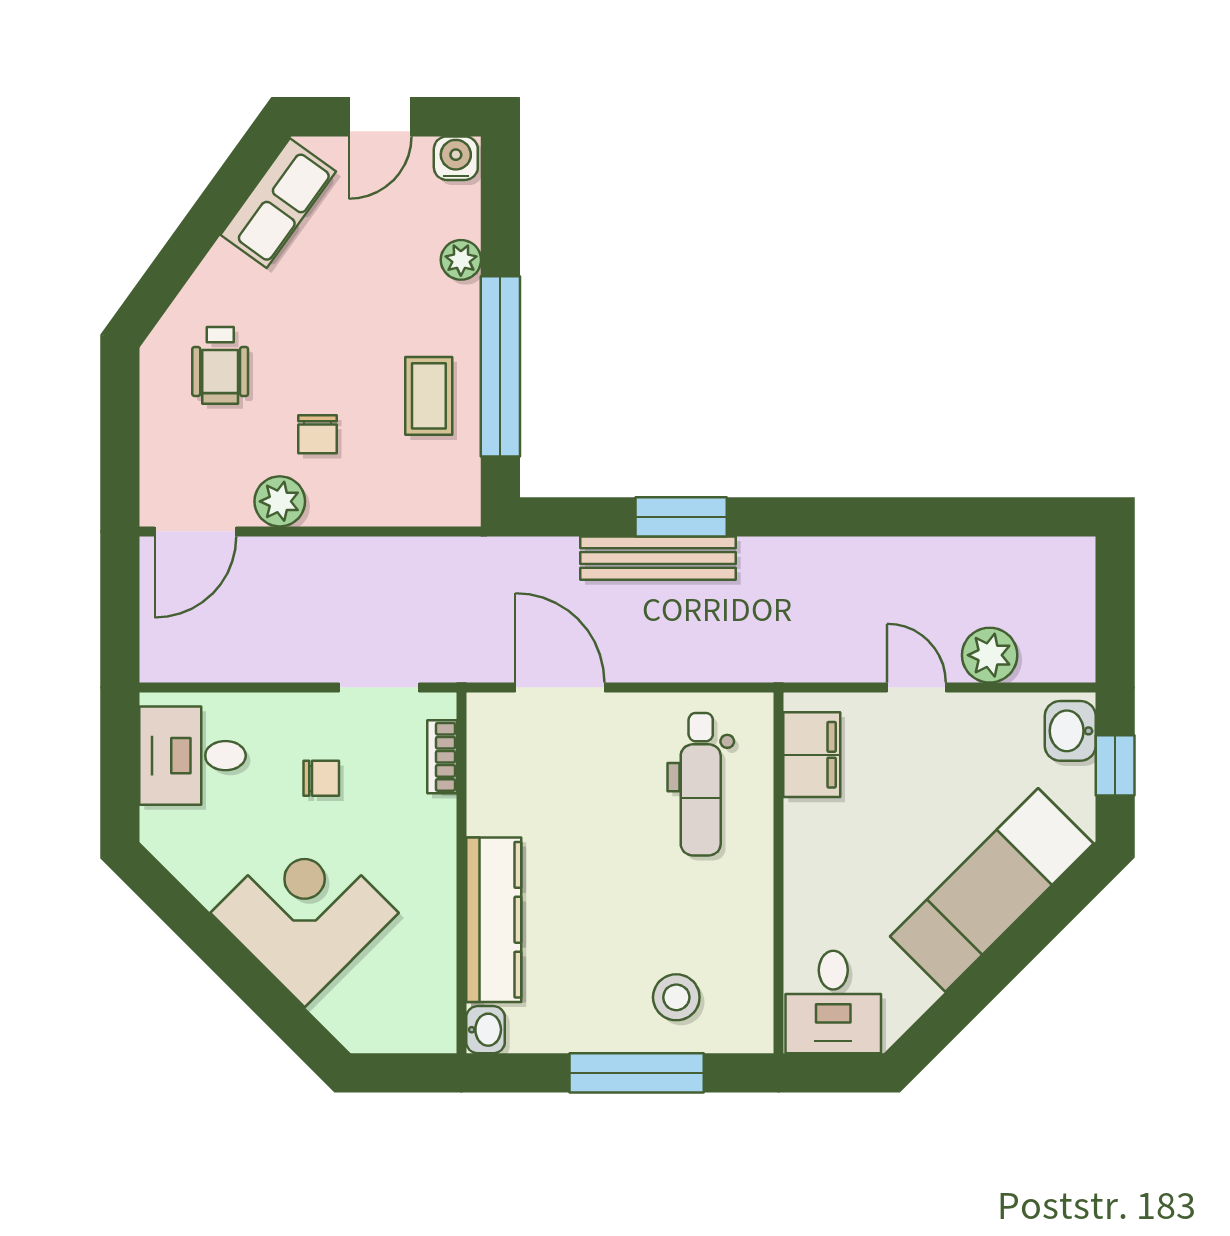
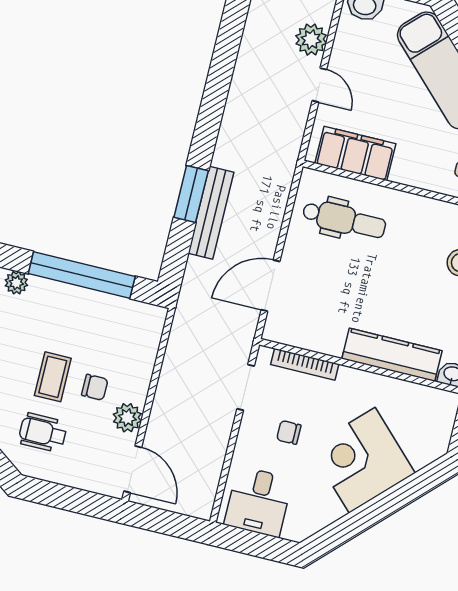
wheelchair: (220, 365) -> (43, 433), turned 180
coffee table: (429, 396) -> (53, 377), moved, turned 90
door: (916, 688) -> (319, 85), swing flipped
filing cabinet: (812, 755) -> (355, 153), width x1.50, depth x1.17
bookcase: (442, 757) -> (305, 364), width x1.56
chair: (321, 778) -> (289, 432), turned -90

